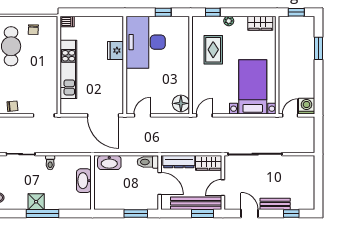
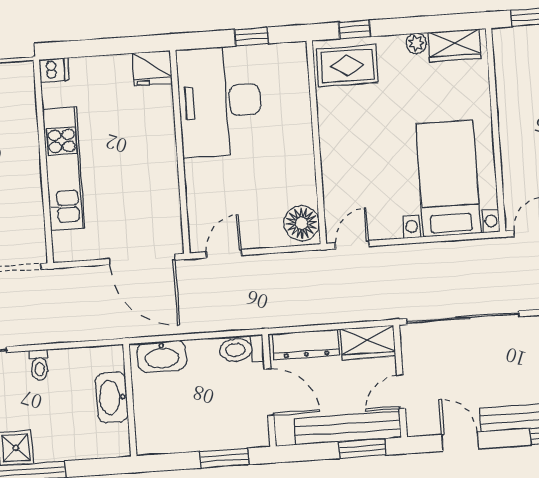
plant: (229, 21) -> (416, 43), moved
fridge: (116, 50) -> (152, 68), moved, turned -90
rug: (213, 50) -> (347, 66), moved, turned 90

